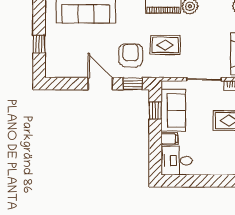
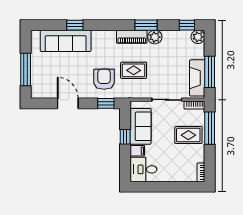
window: (39, 44) -> (26, 70), width x2.17
door: (100, 84) -> (68, 103), moved
window: (155, 110) -> (125, 137), moved

